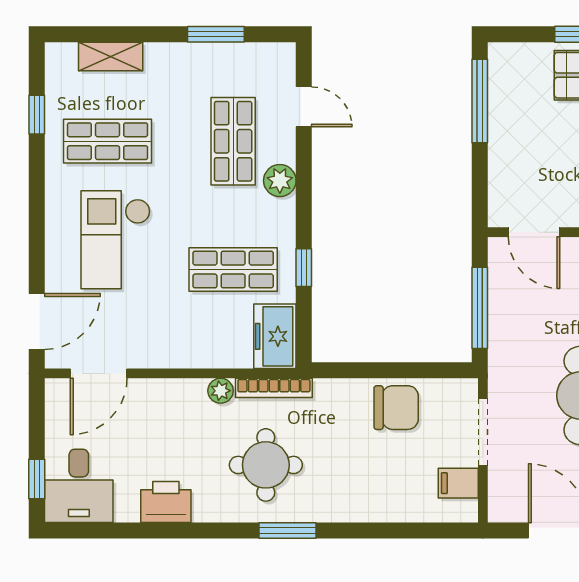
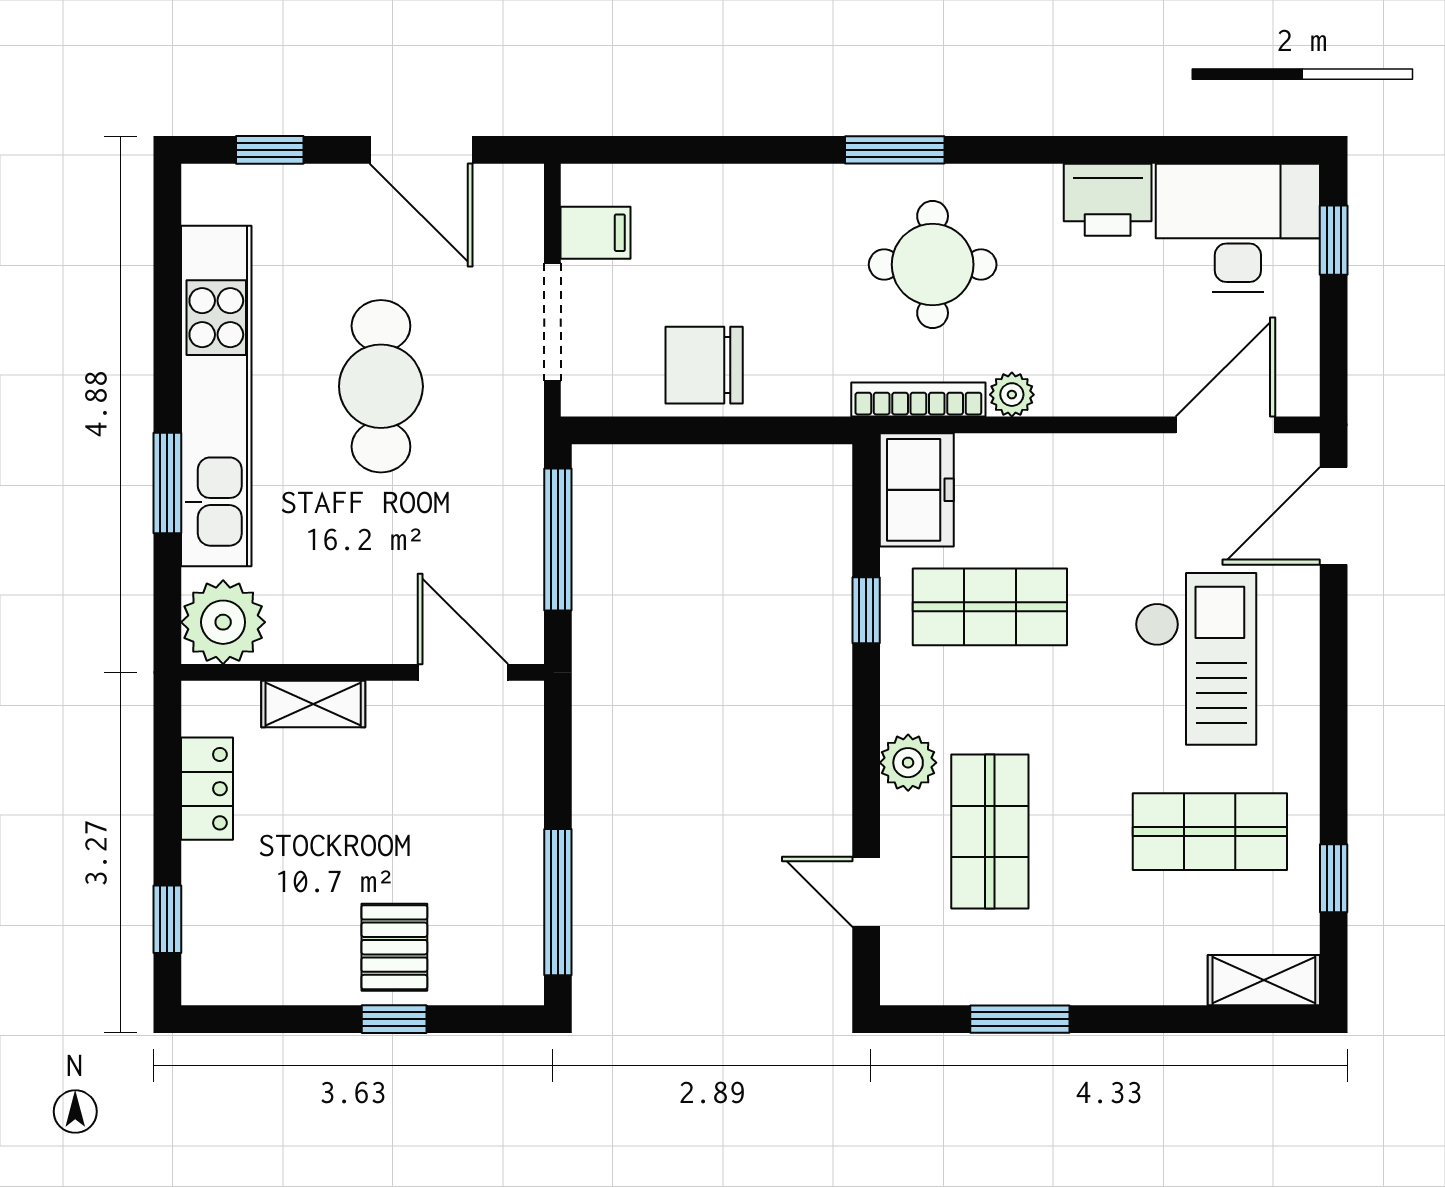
shelving: (111, 56) -> (1264, 980), moved
desk: (79, 486) -> (1238, 228), width x1.37

